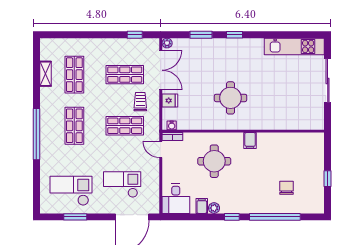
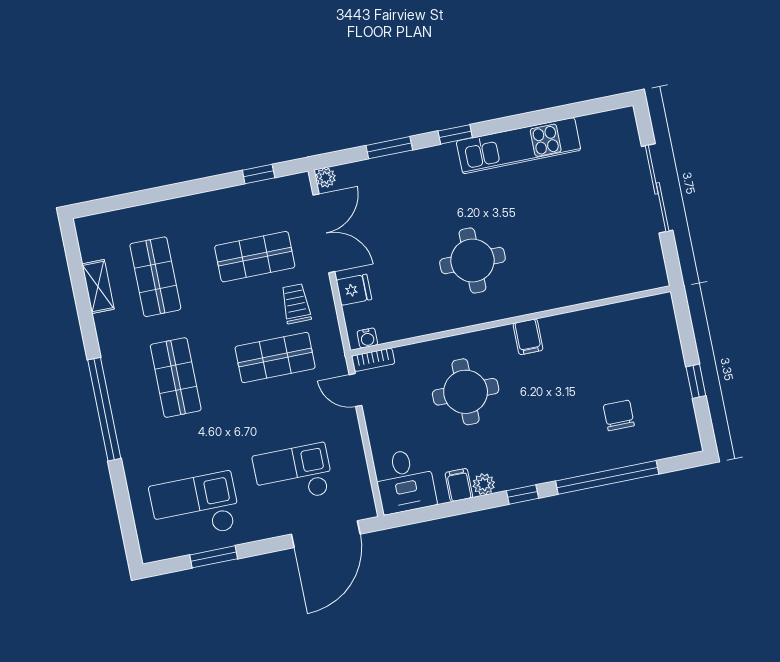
kitchen unit: (294, 46) -> (519, 146), moved

